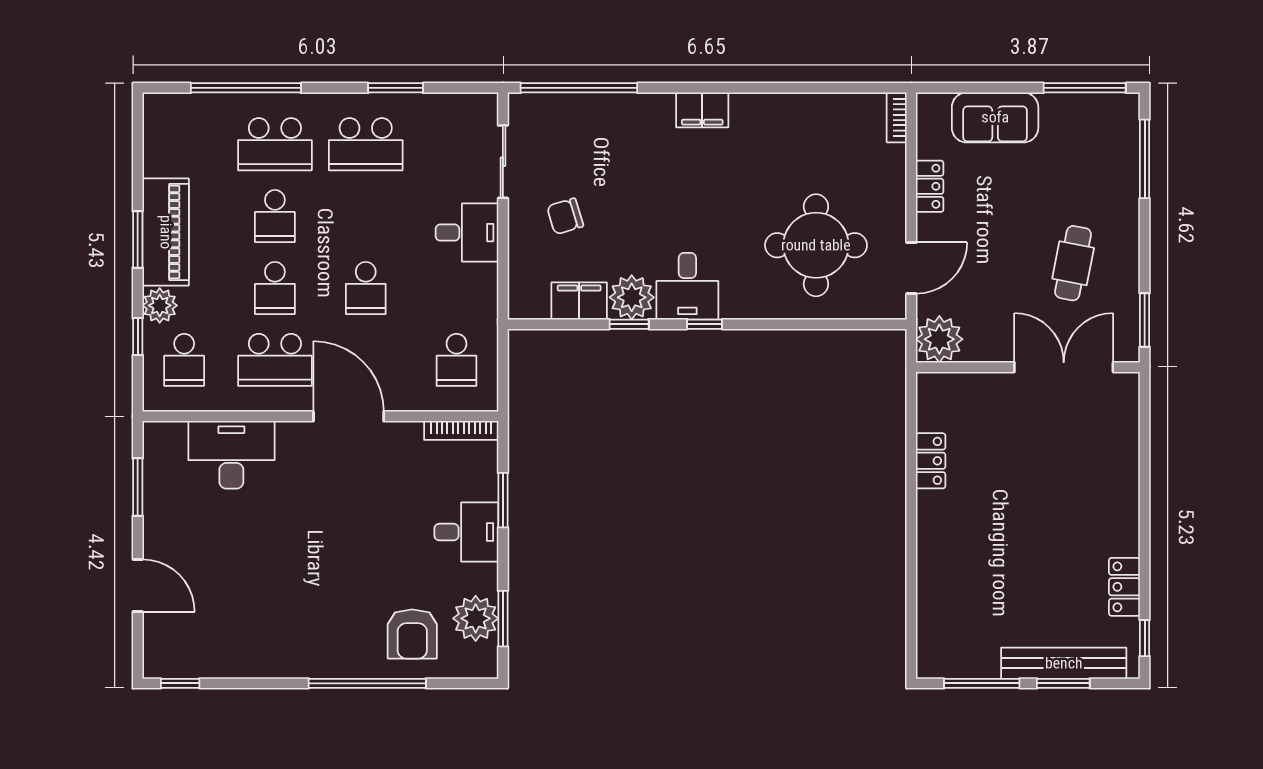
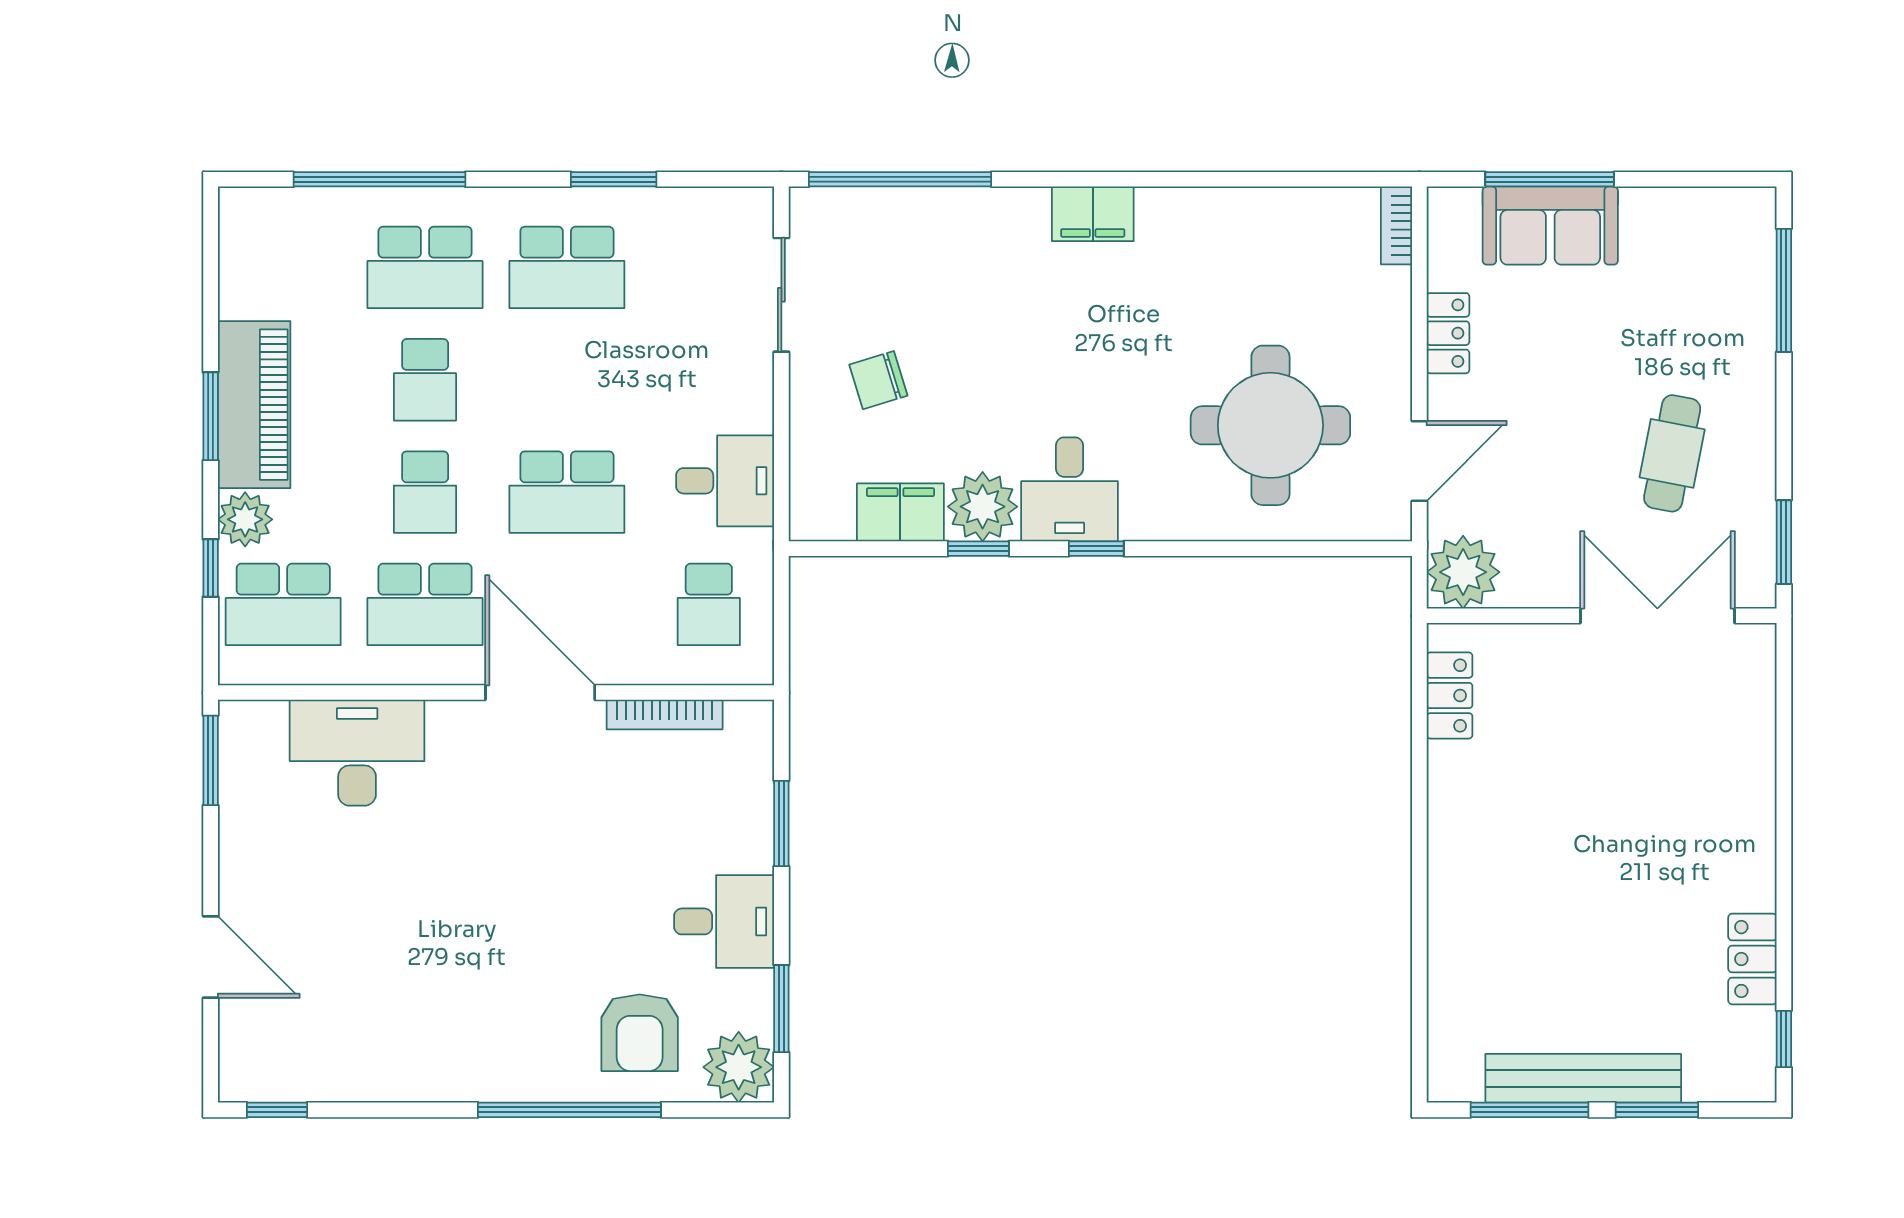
window: (1085, 88) -> (1550, 179), moved
desk: (467, 233) -> (725, 481), moved
school desk: (366, 288) -> (567, 492), width x1.85
school desk: (184, 360) -> (283, 604), width x1.85
bookcase: (461, 430) -> (665, 715), moved
locker: (931, 461) -> (1450, 695), moved
window: (138, 487) -> (211, 760), moved
desk: (466, 532) -> (724, 921), moved
plant: (476, 618) -> (739, 1067), moved
bench: (1064, 663) -> (1583, 1078), moved

